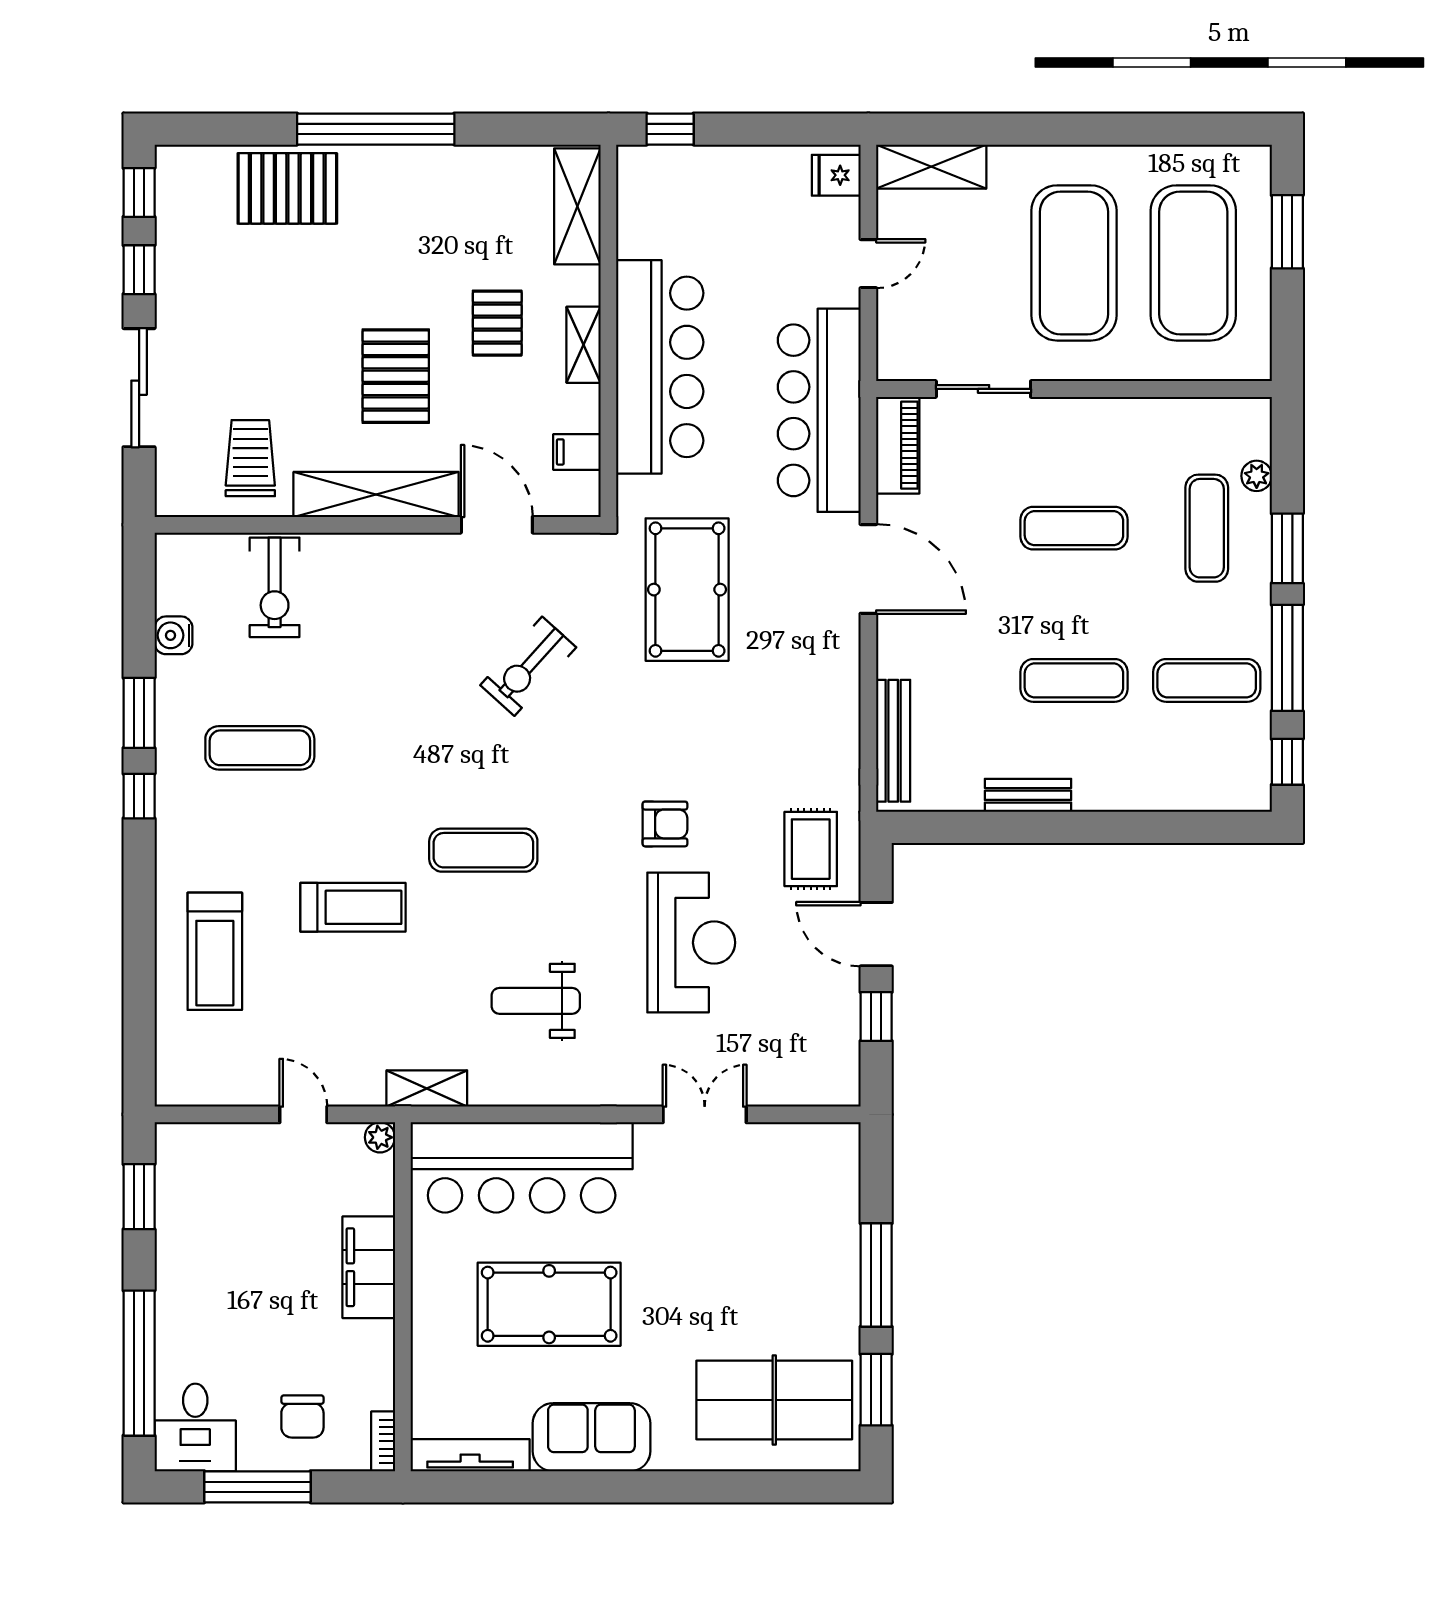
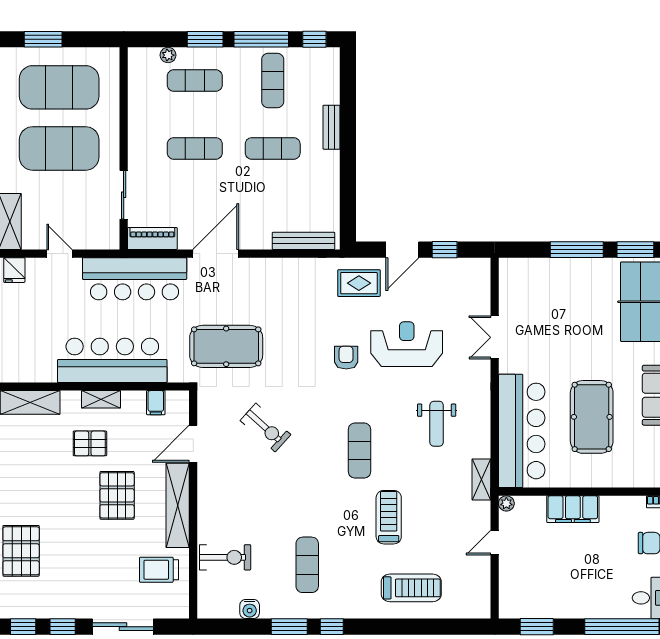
pallet: (396, 376) -> (117, 495), turned 90
exercise mat: (1074, 528) -> (195, 148), turned 90
exercise mat: (1074, 680) -> (273, 148), turned 90
bench: (1028, 795) -> (331, 127), moved

